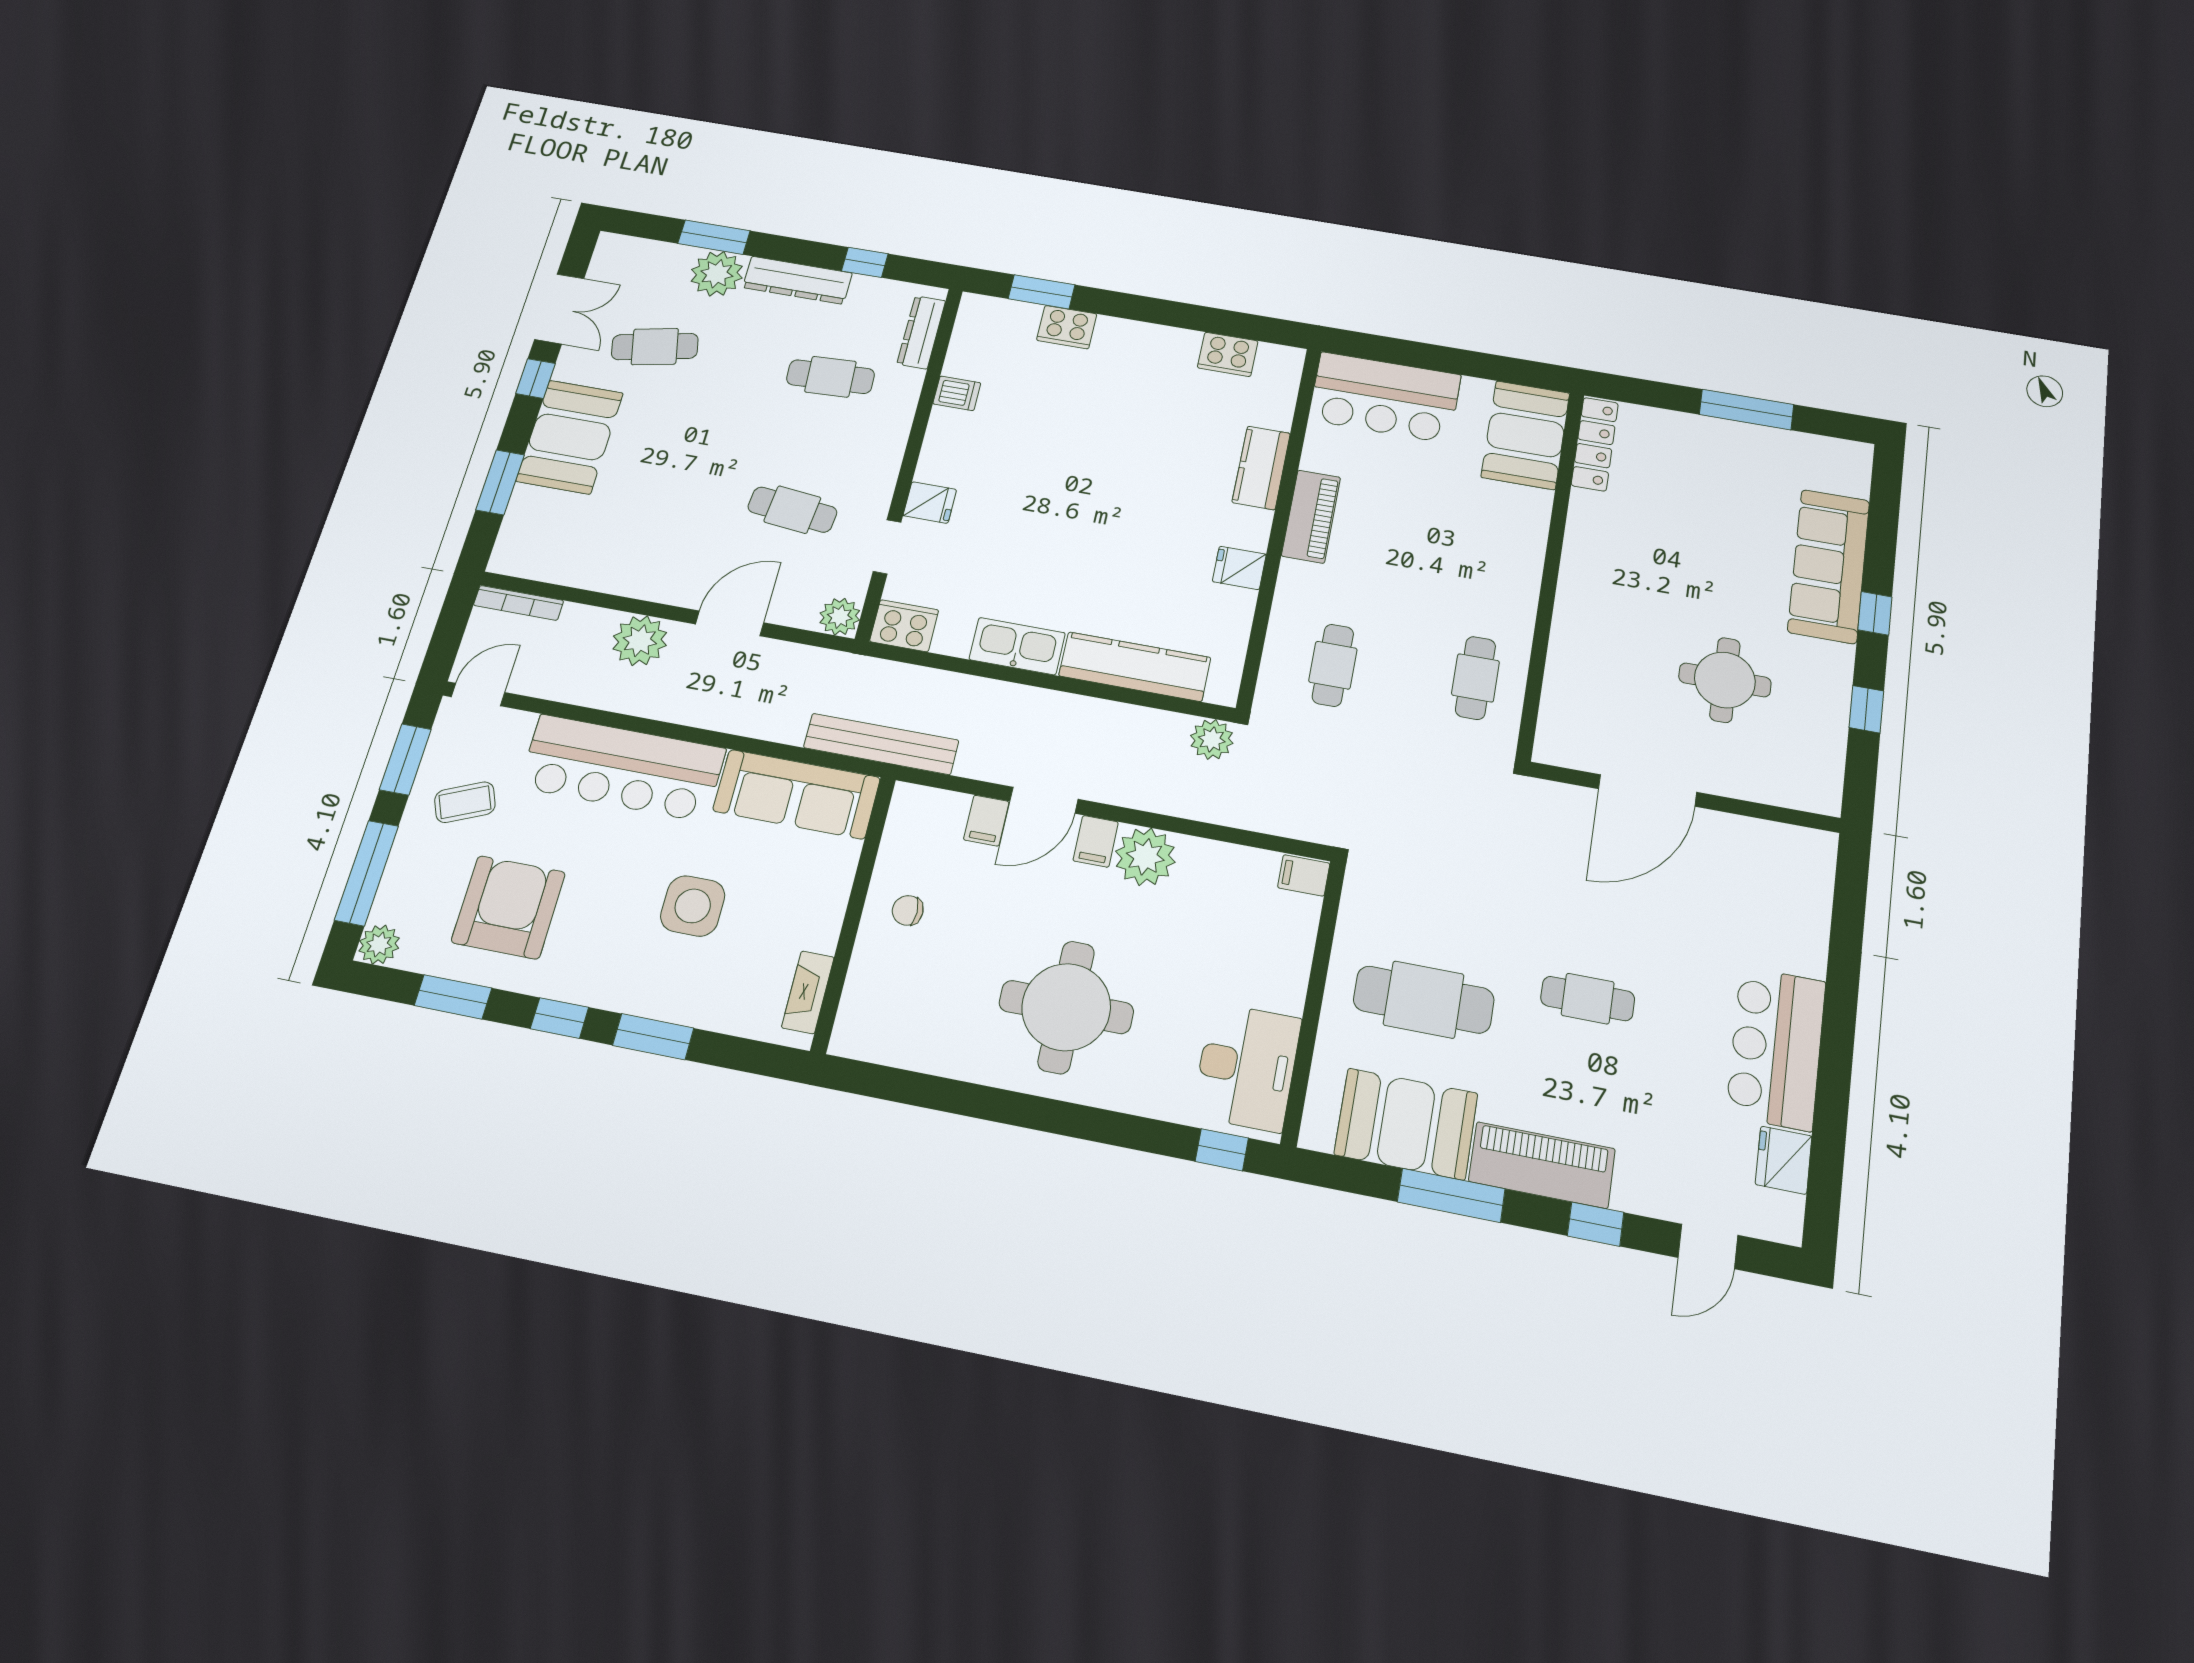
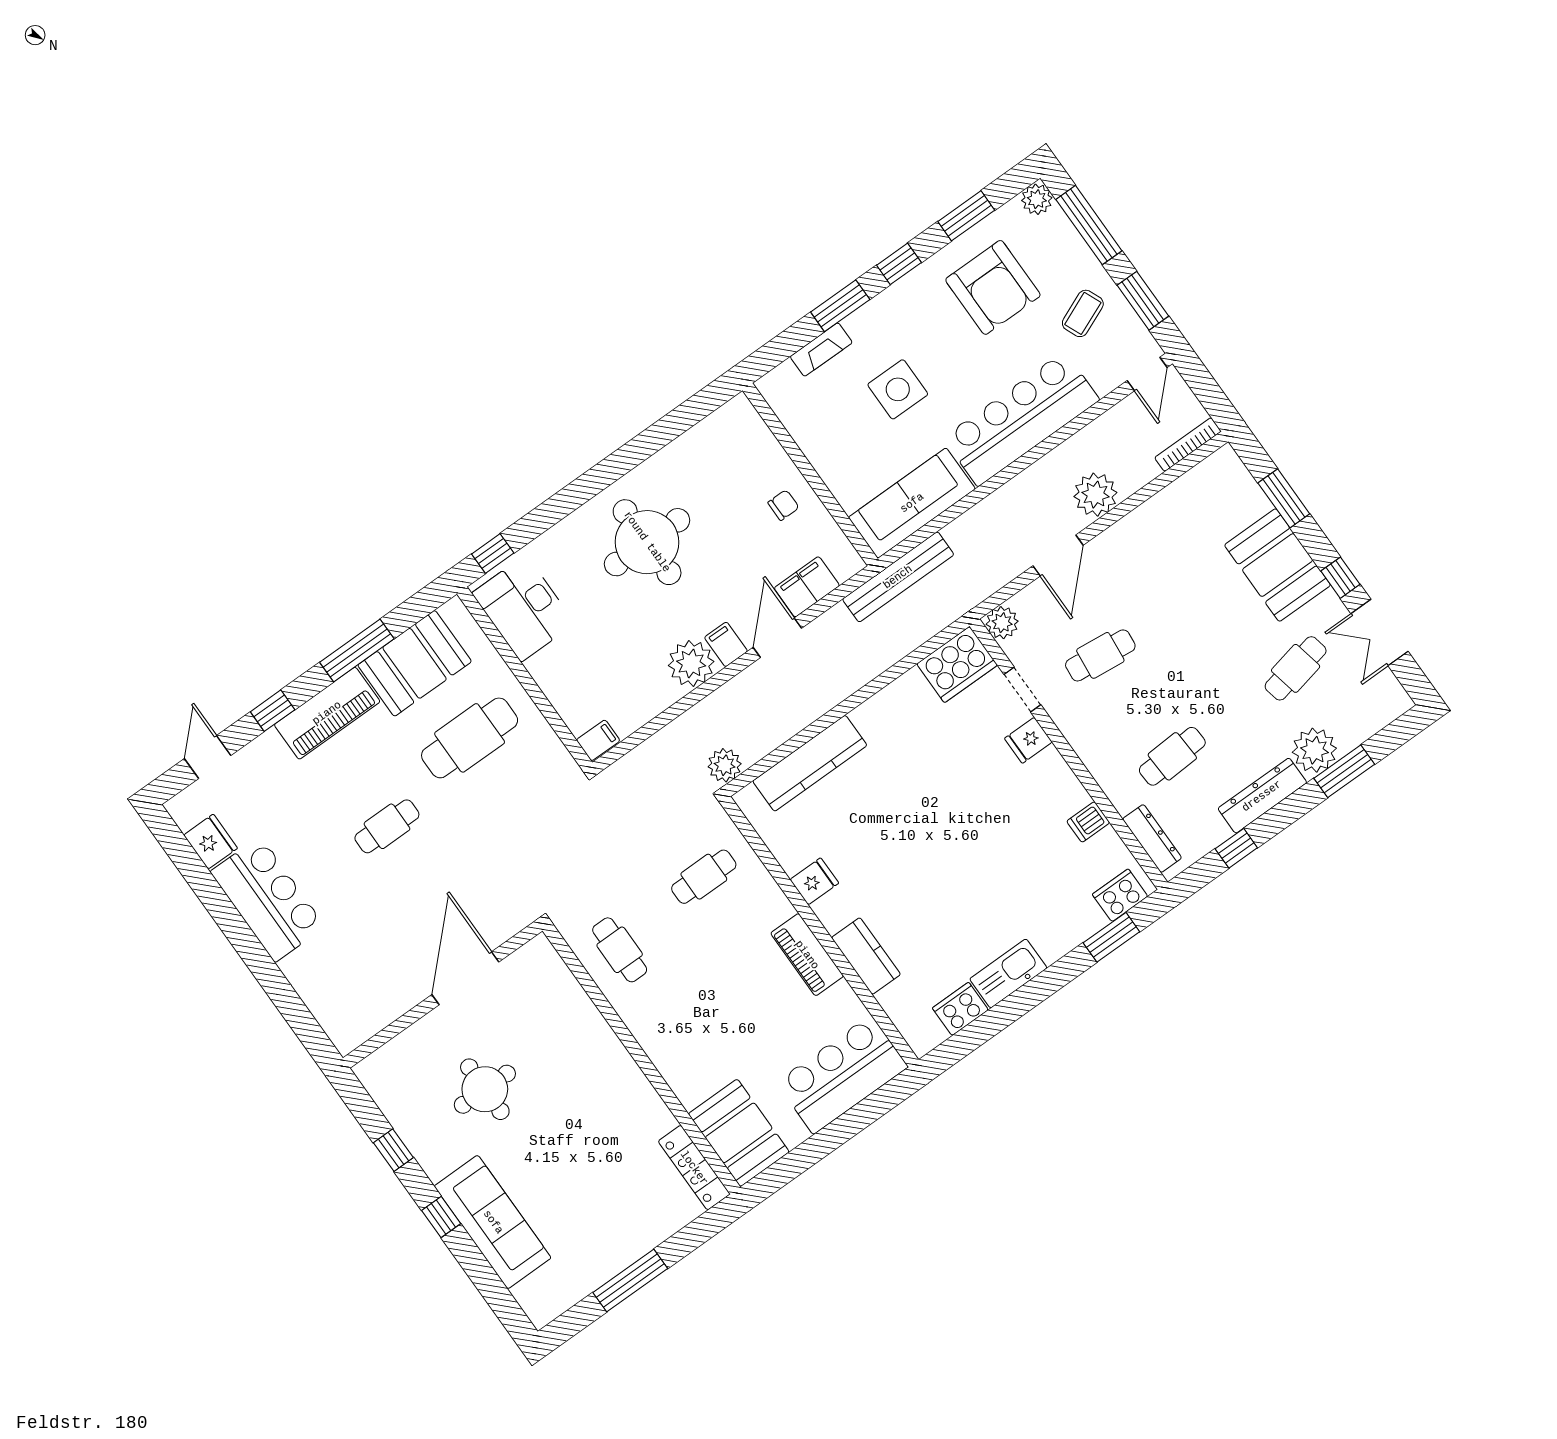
cooker: (1067, 327) -> (1120, 895), moved
cooker: (904, 626) -> (957, 664), width x1.37, depth x1.31
kitchen sink: (1017, 646) -> (1008, 973), moved, turned 180
cafe table: (1333, 665) -> (704, 877), turned 90
filing cabinet: (986, 821) -> (807, 587), width x2.00
fireplace: (808, 992) -> (821, 350), moved, turned 90

